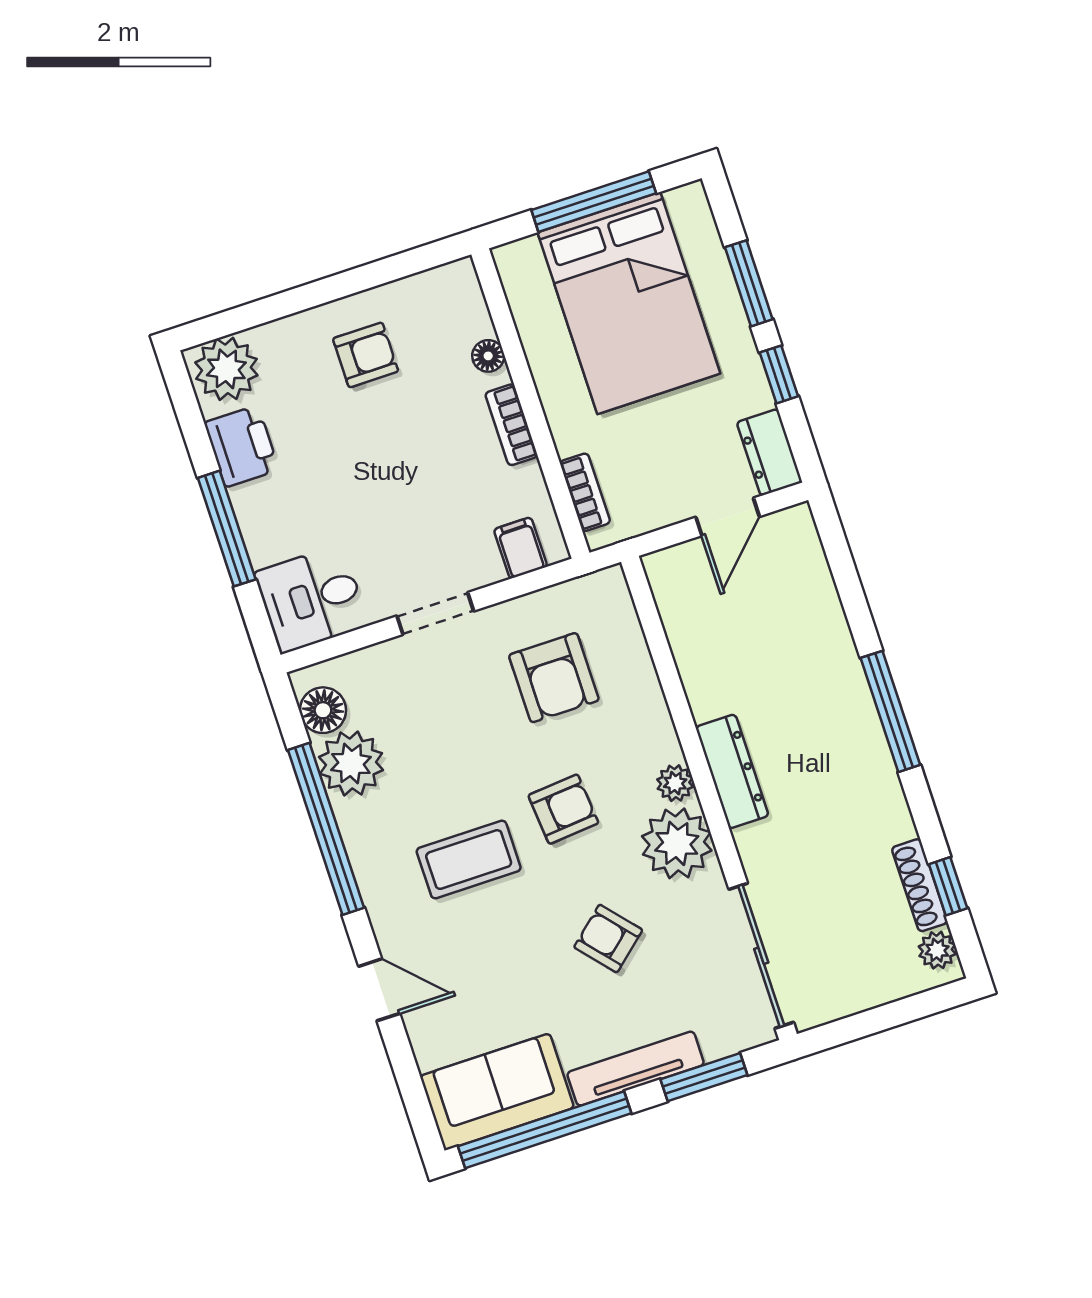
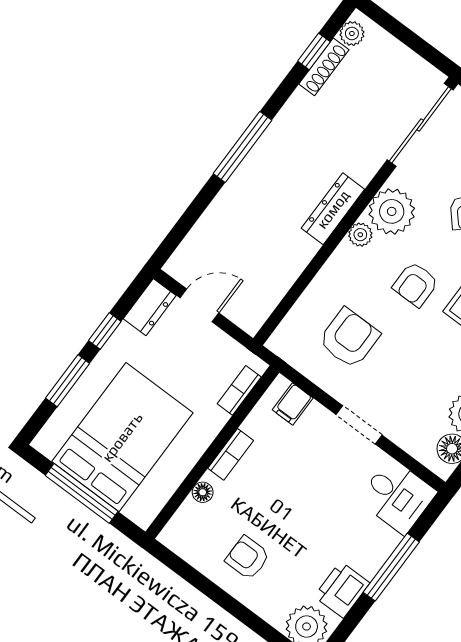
armchair: (563, 809) -> (416, 284), turned -85

